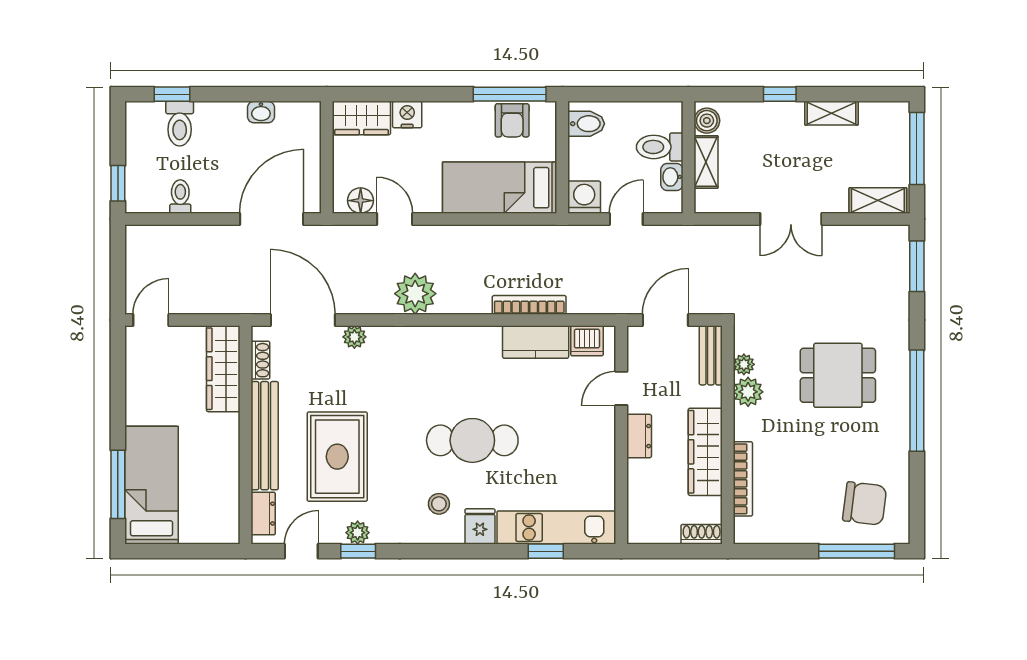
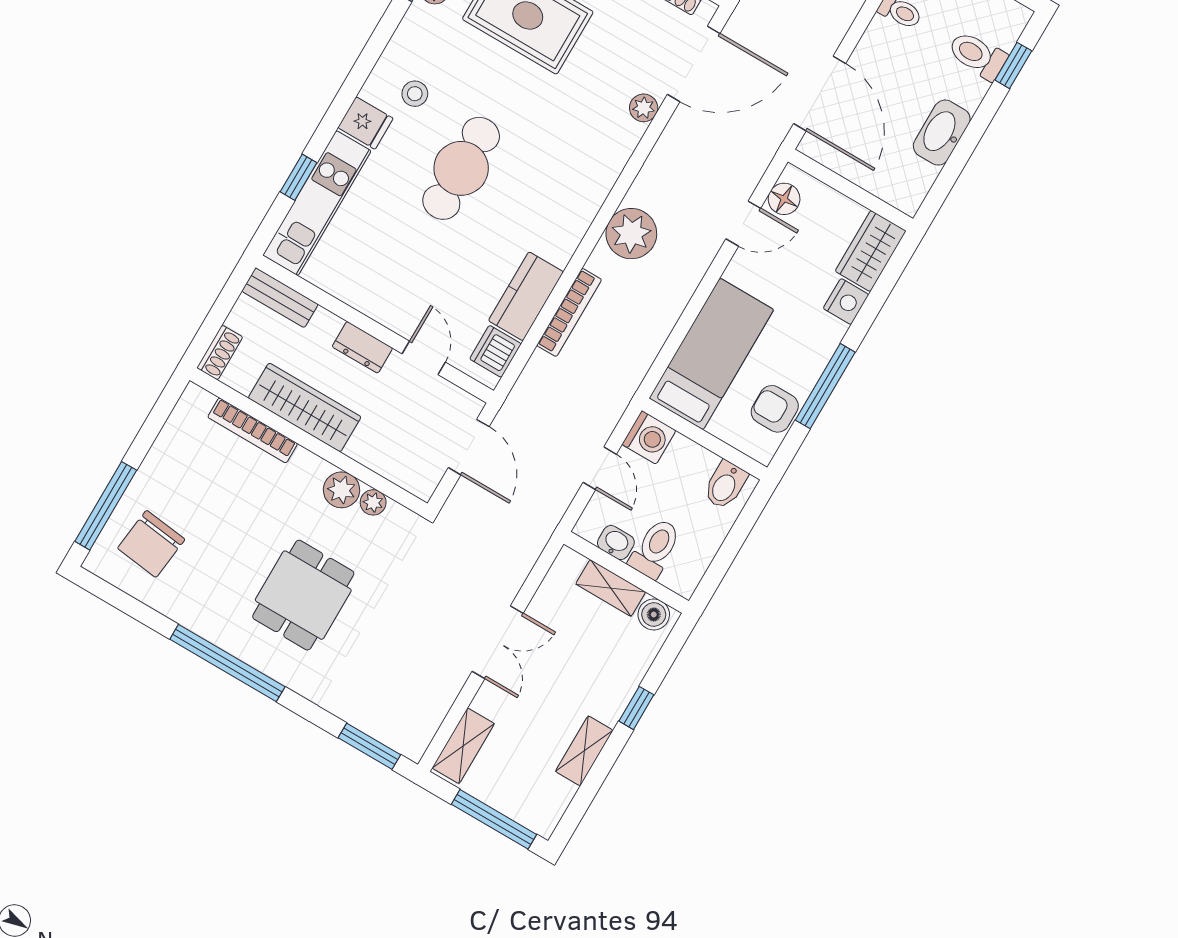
window: (510, 94) -> (825, 386), moved
washbasin: (261, 112) -> (942, 133), width x1.91, depth x1.45
double door: (791, 219) -> (498, 642), swing flipped
plant: (415, 294) -> (631, 234), moved
bench: (711, 355) -> (280, 298), moved

